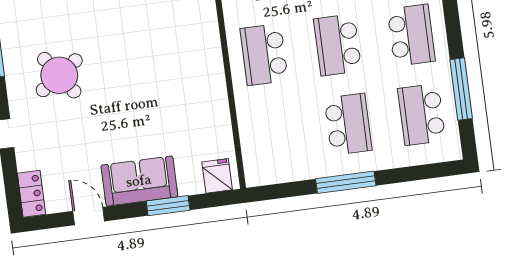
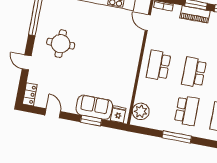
round table: (59, 75) -> (61, 44), turned 35
plant: (259, 156) -> (141, 111), added
sofa: (139, 181) -> (94, 107), moved

